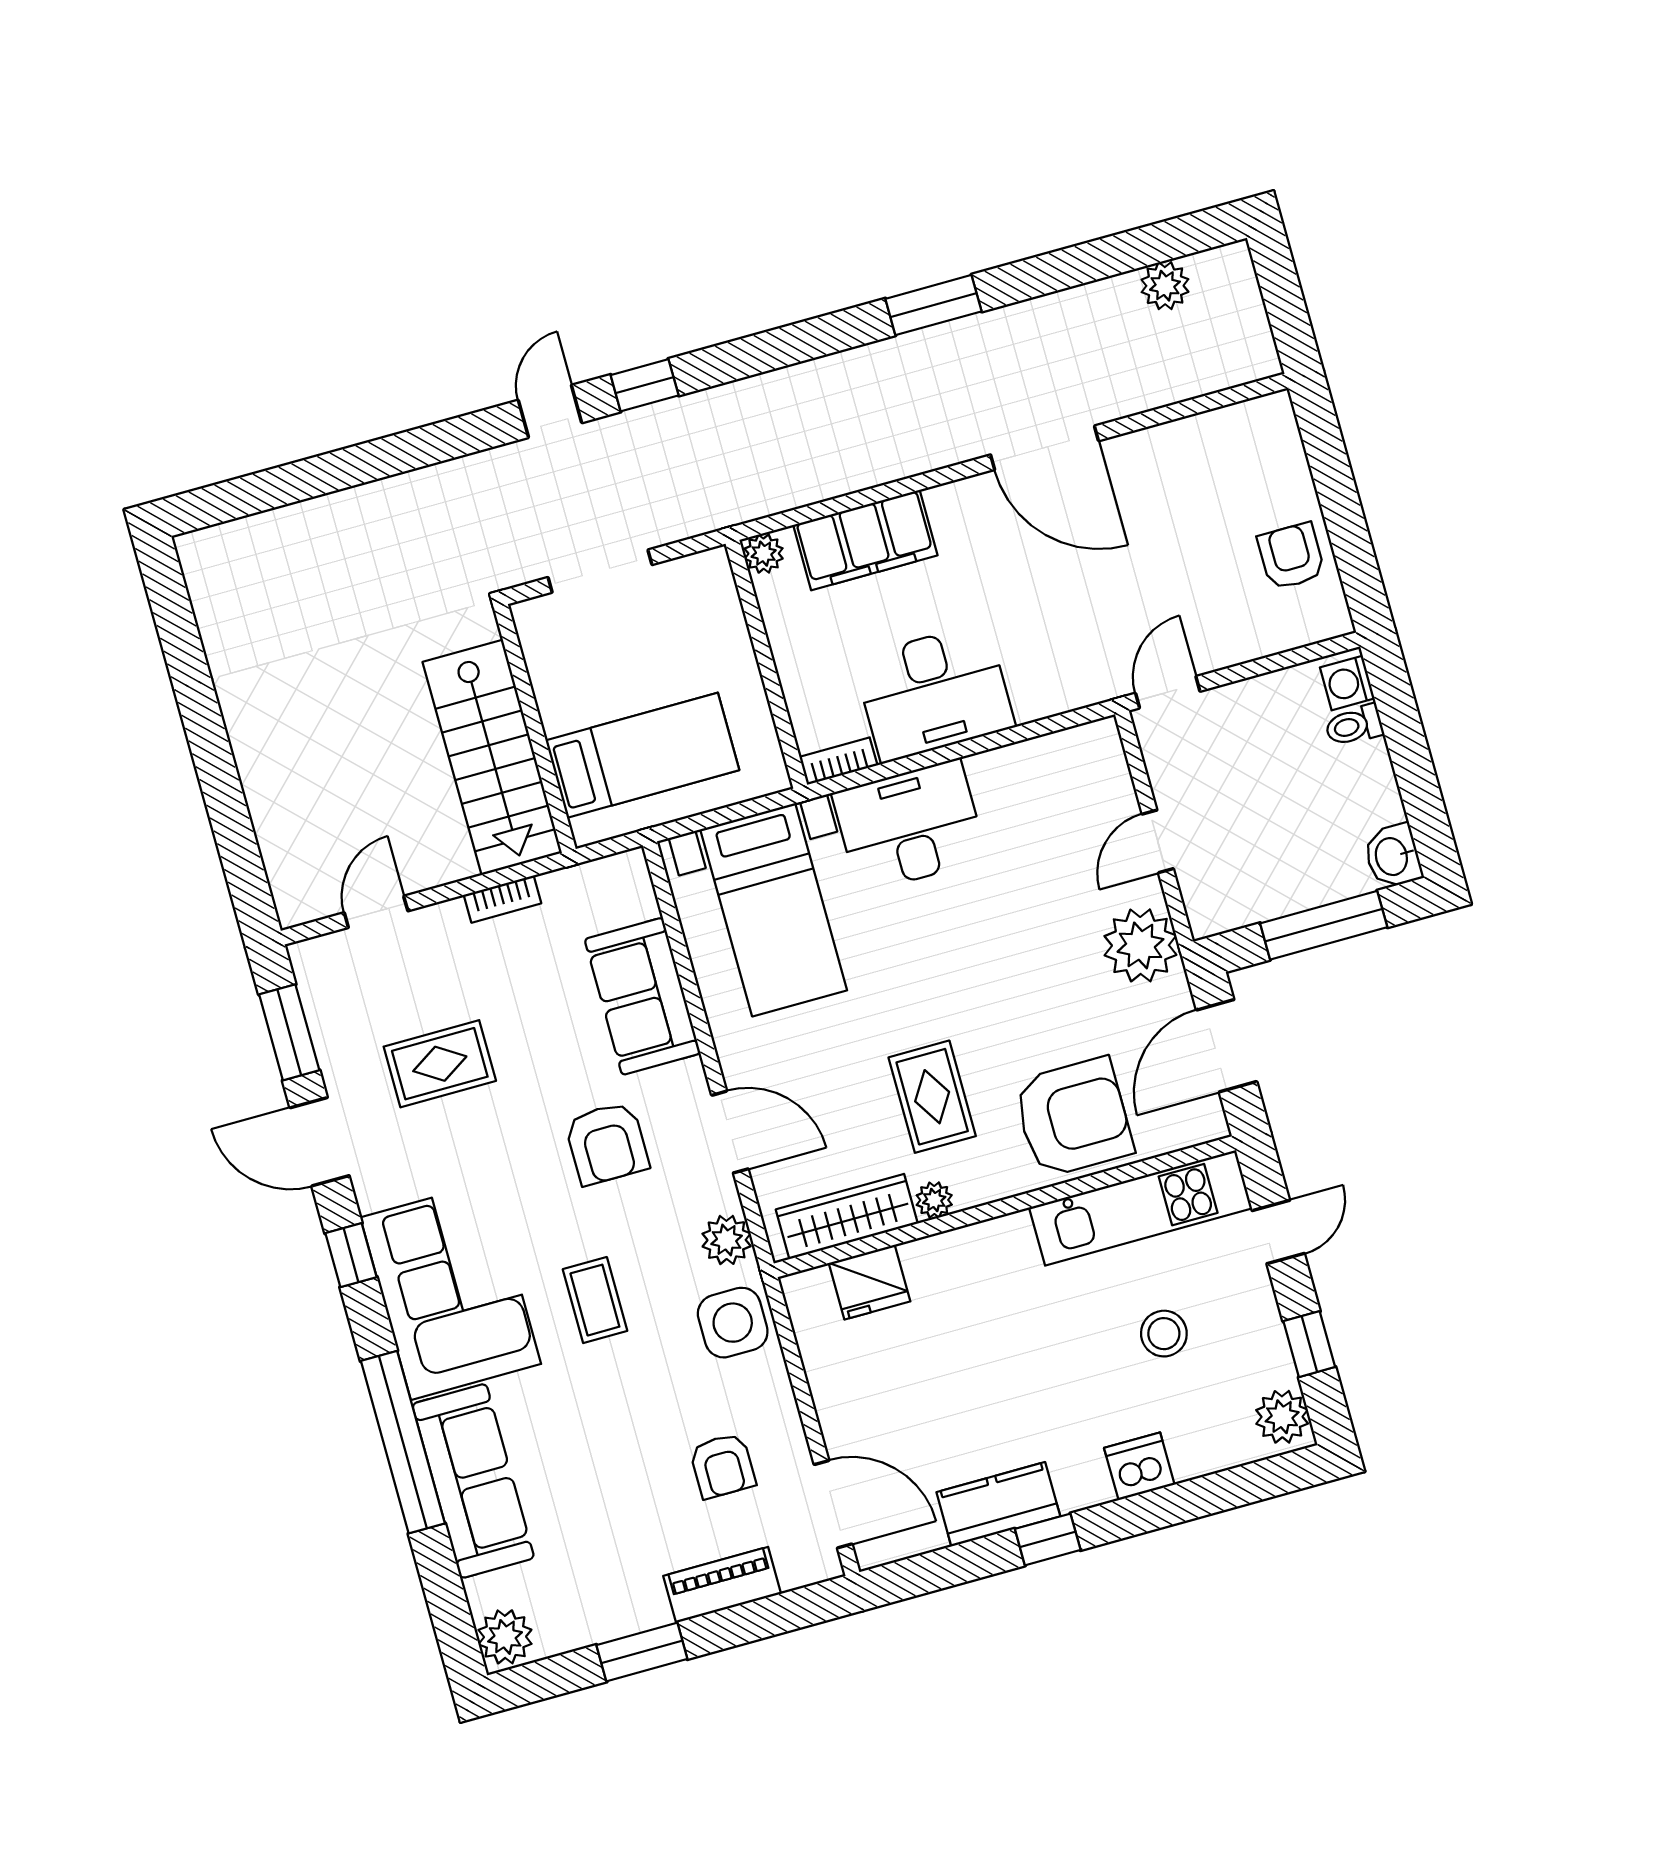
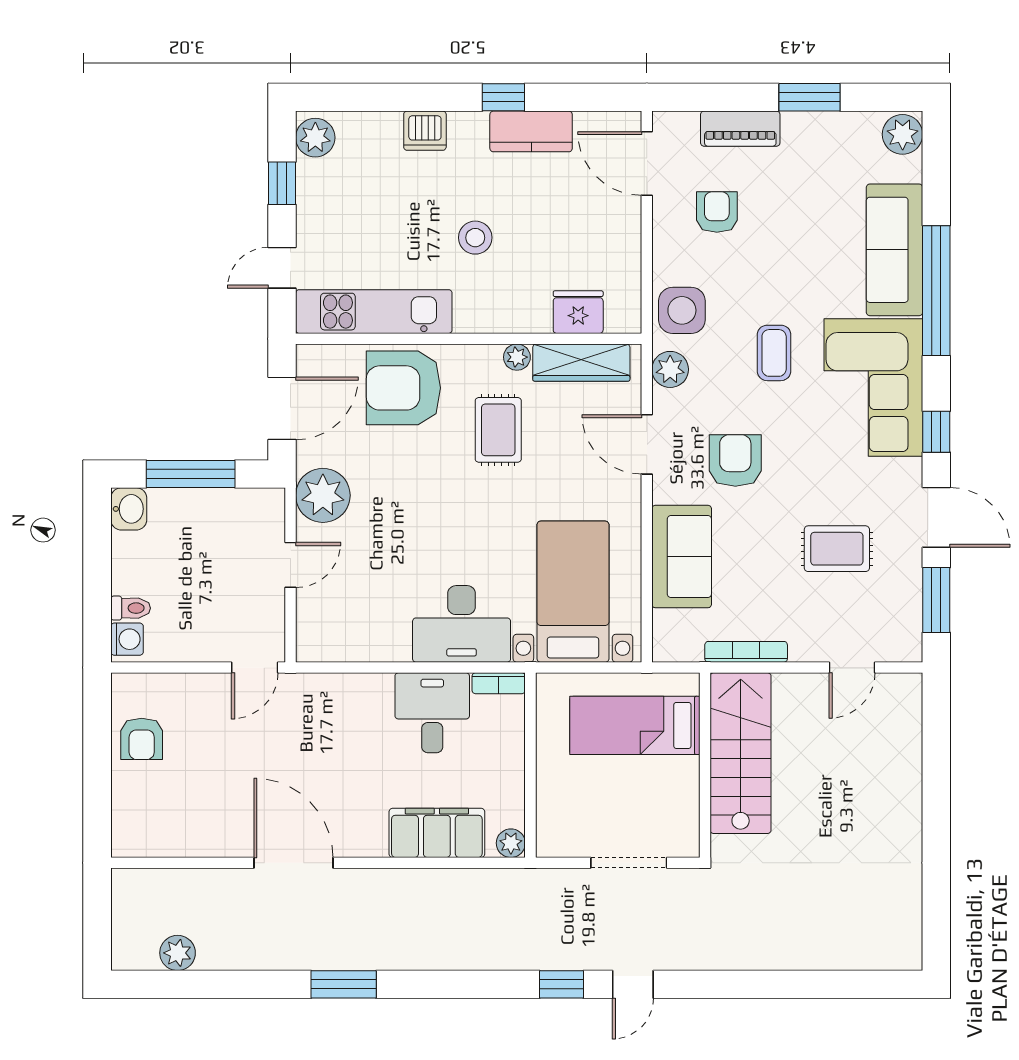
desk: (934, 692) -> (432, 713), width x0.73
bookcase: (502, 899) -> (746, 652), width x1.56
stool: (1164, 1334) -> (475, 238), moved

